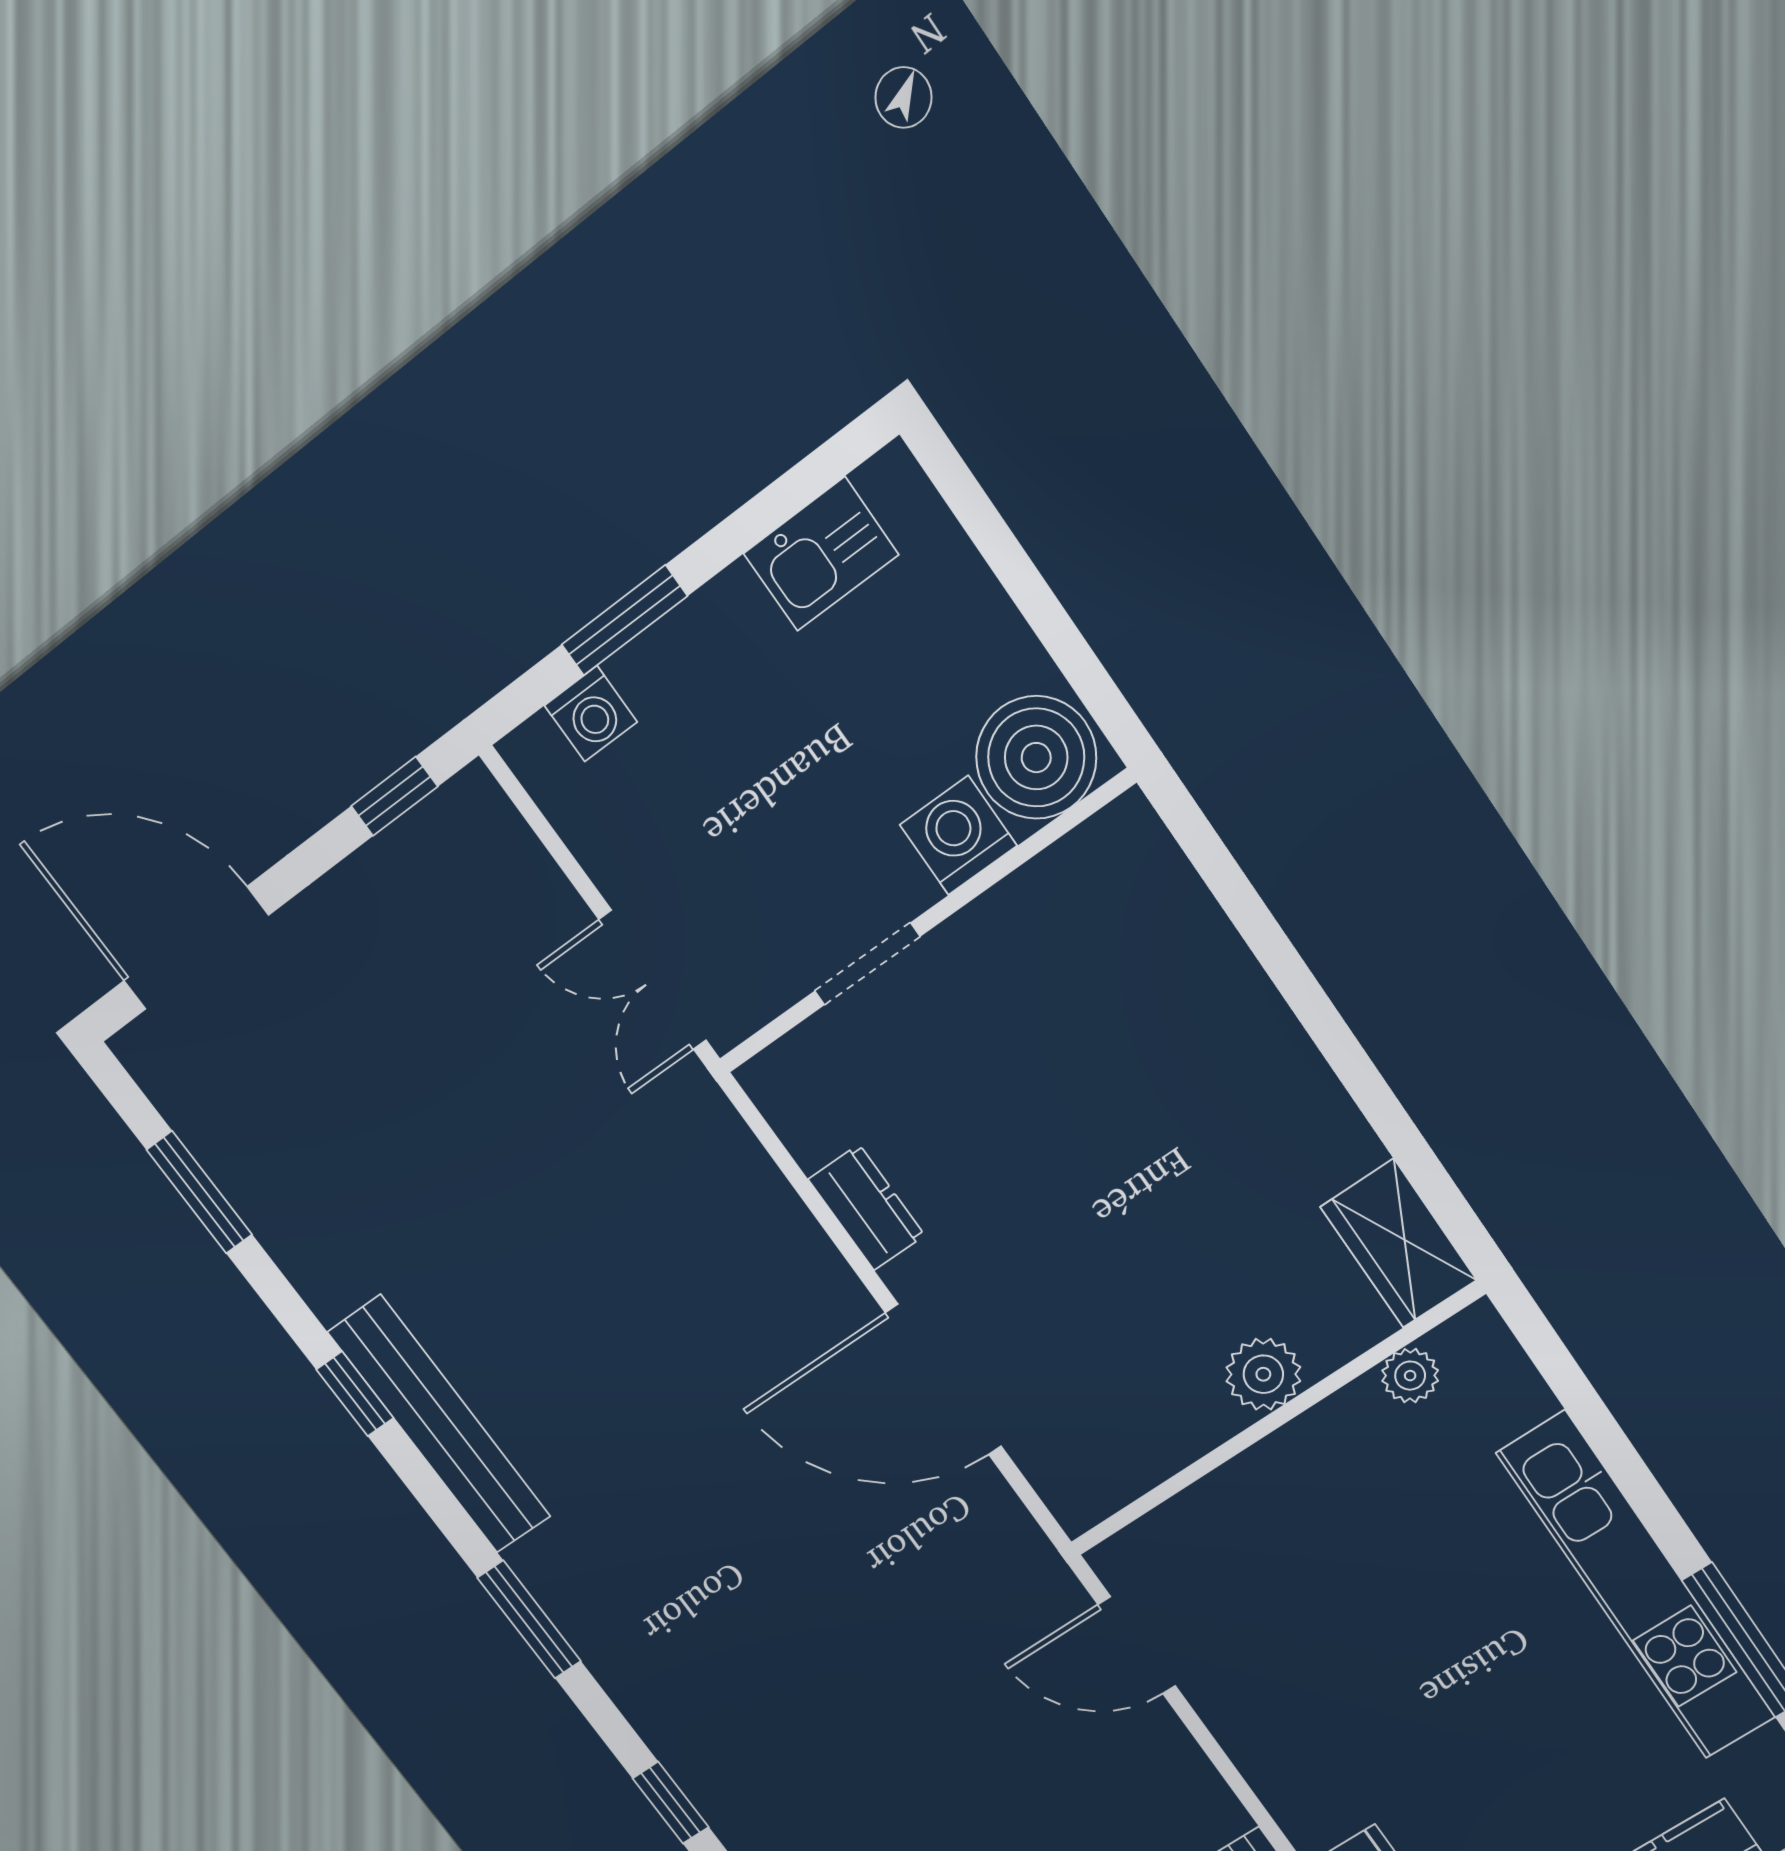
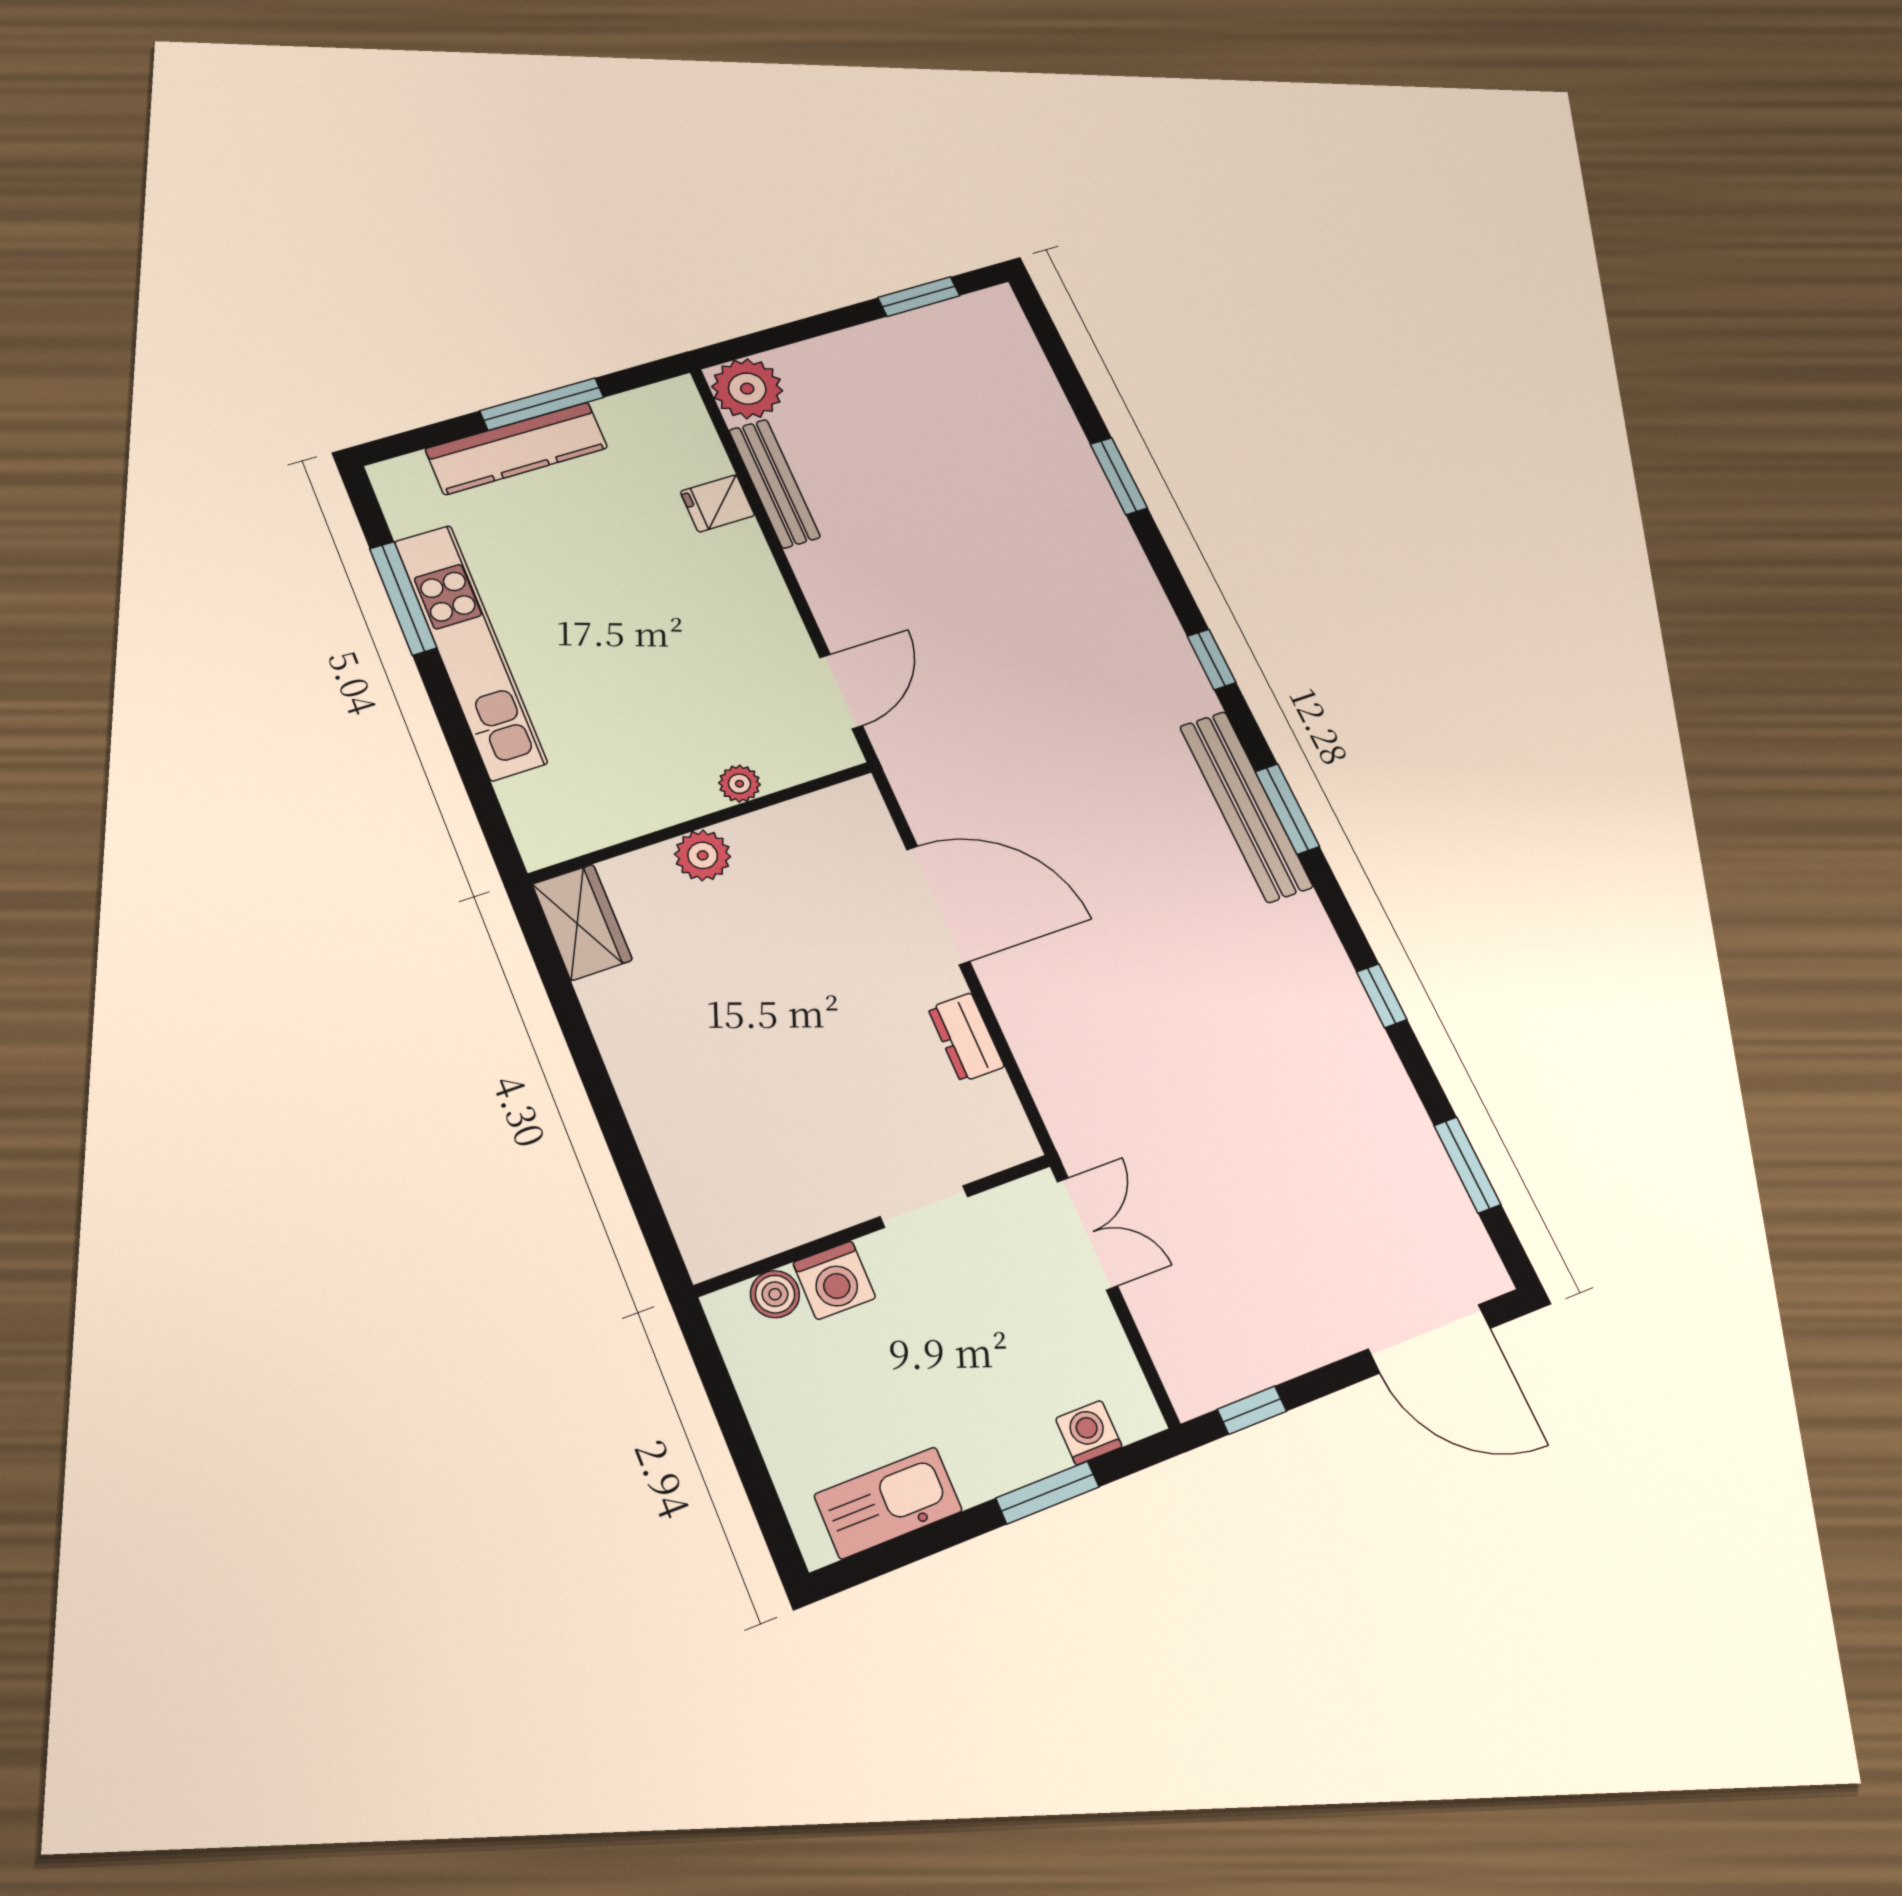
kitchen sink: (821, 554) -> (888, 1503), width x1.38
boiler: (1036, 758) -> (775, 1294), width x0.54, depth x0.54
plant: (1410, 1376) -> (739, 784), moved
bench: (439, 1425) -> (1246, 806), moved
door: (1137, 1645) -> (841, 691), hinge flipped

